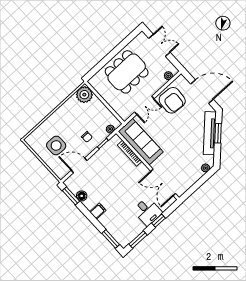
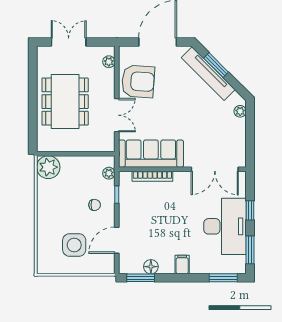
desk: (147, 211) -> (225, 226), width x1.87, depth x1.30

